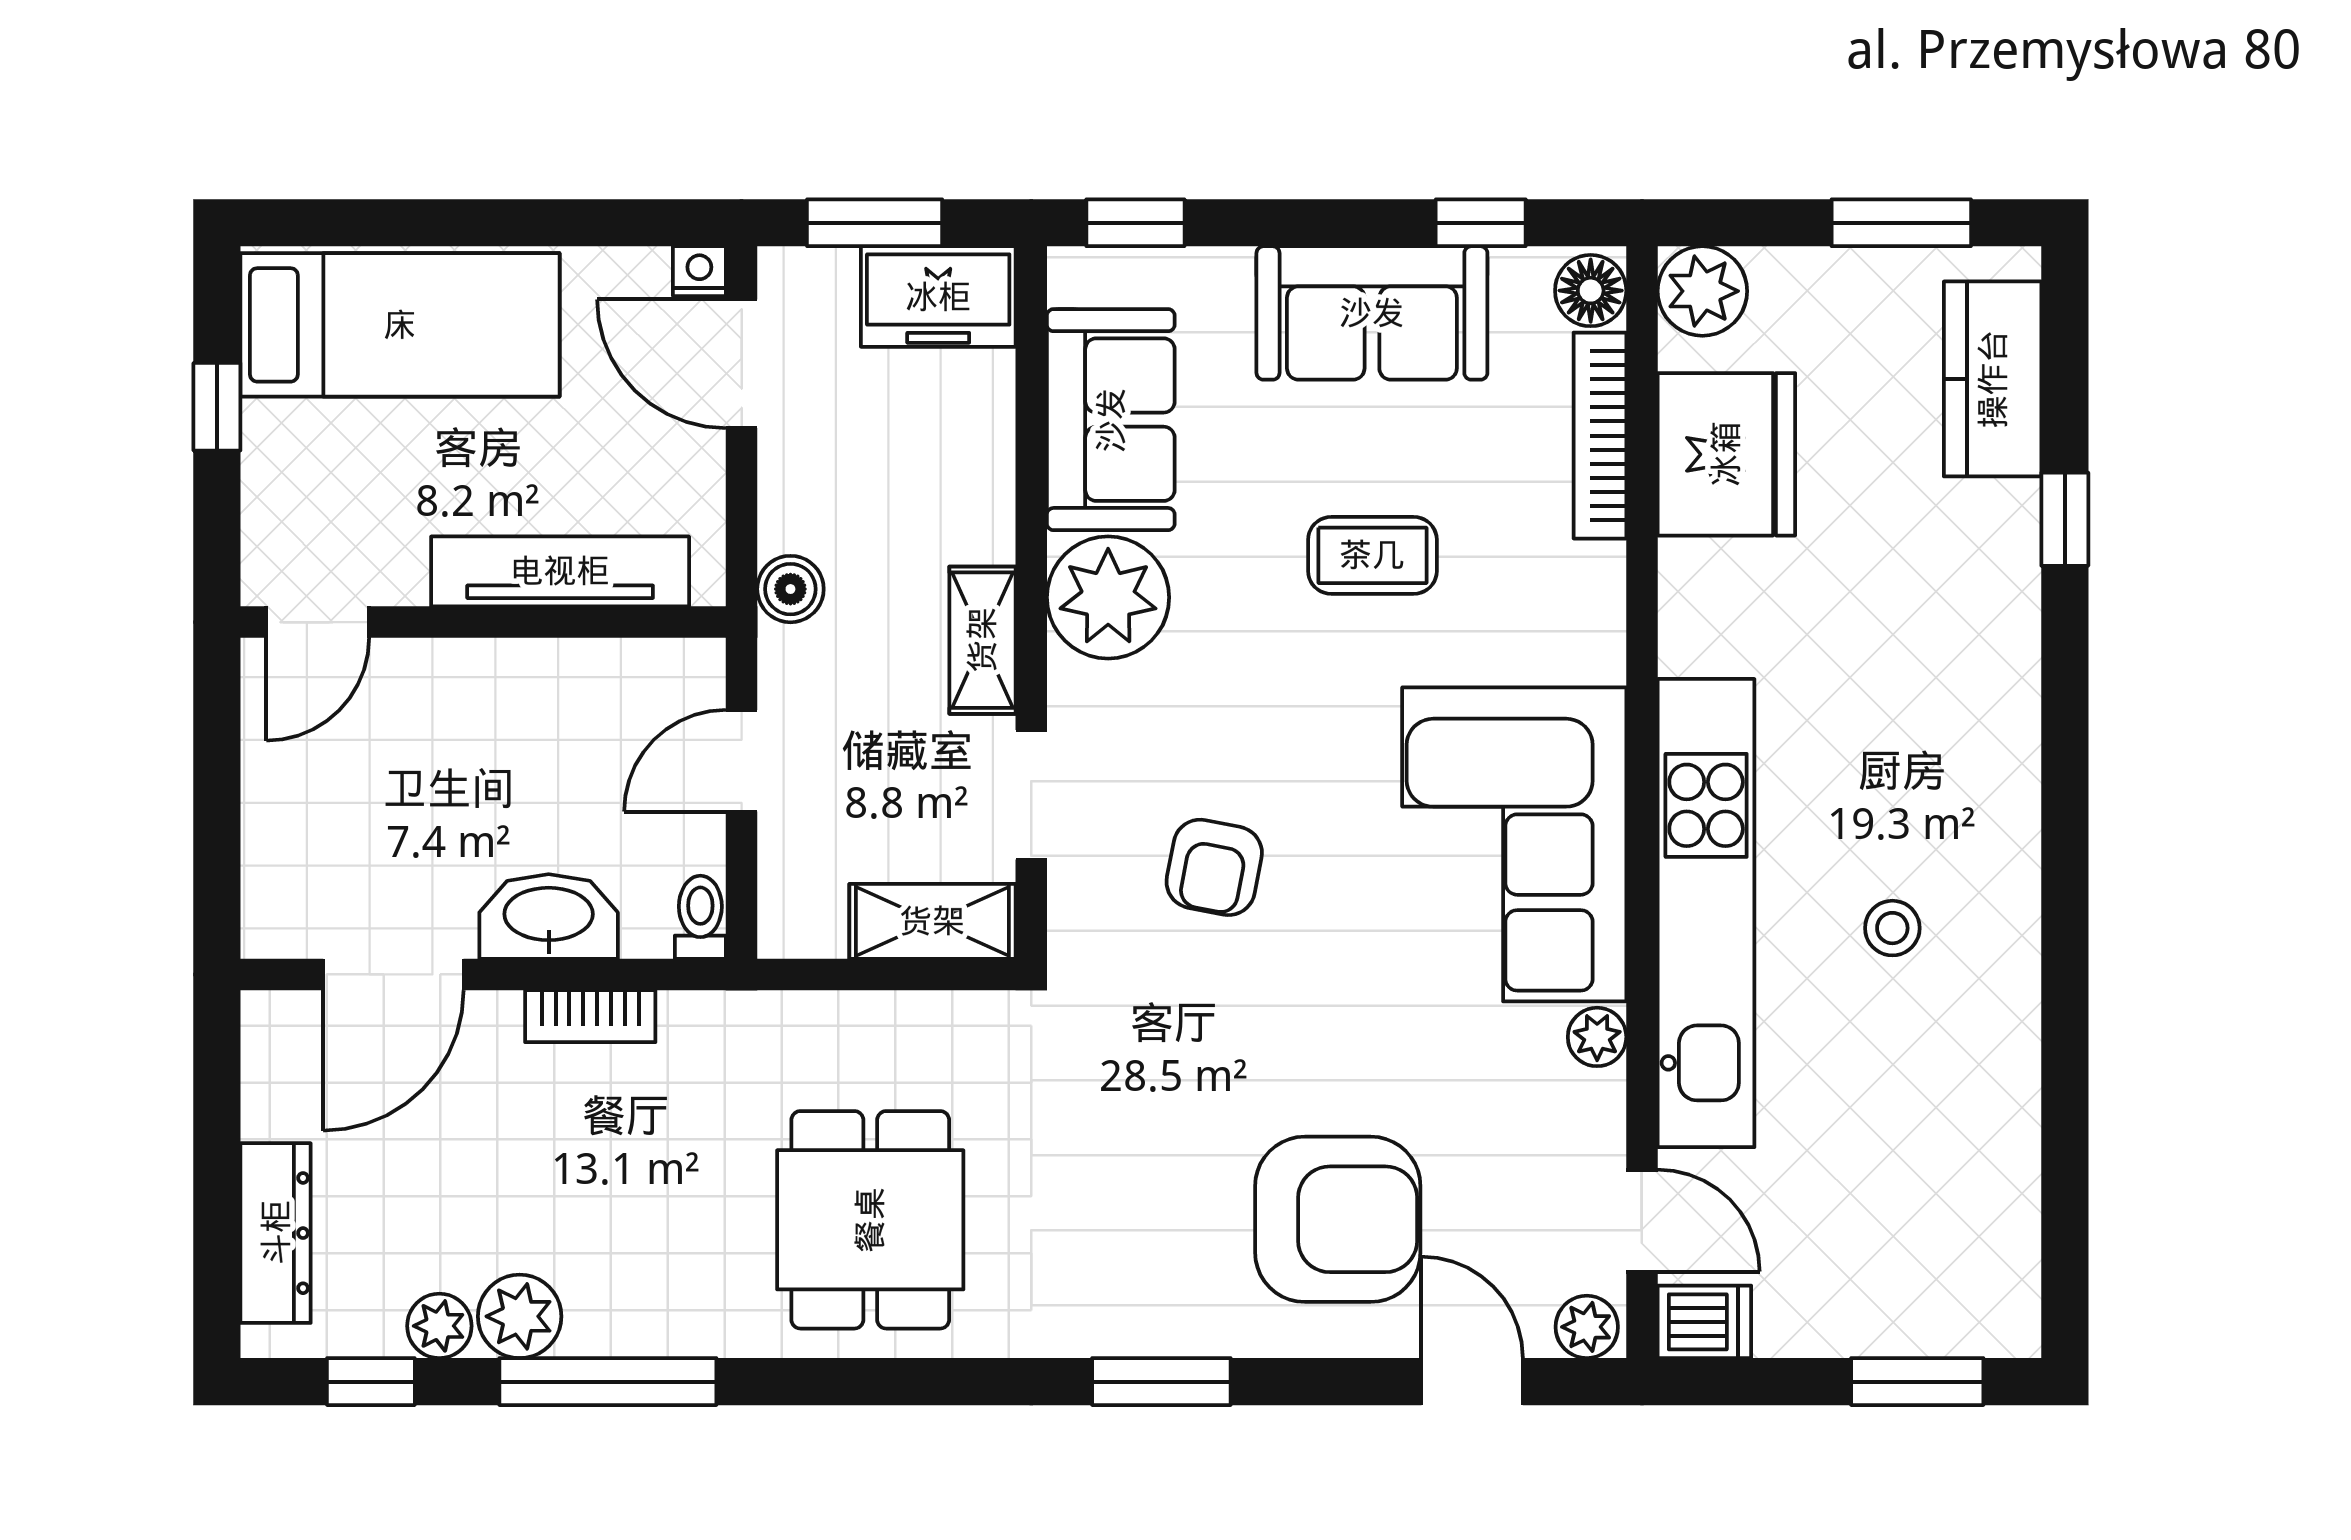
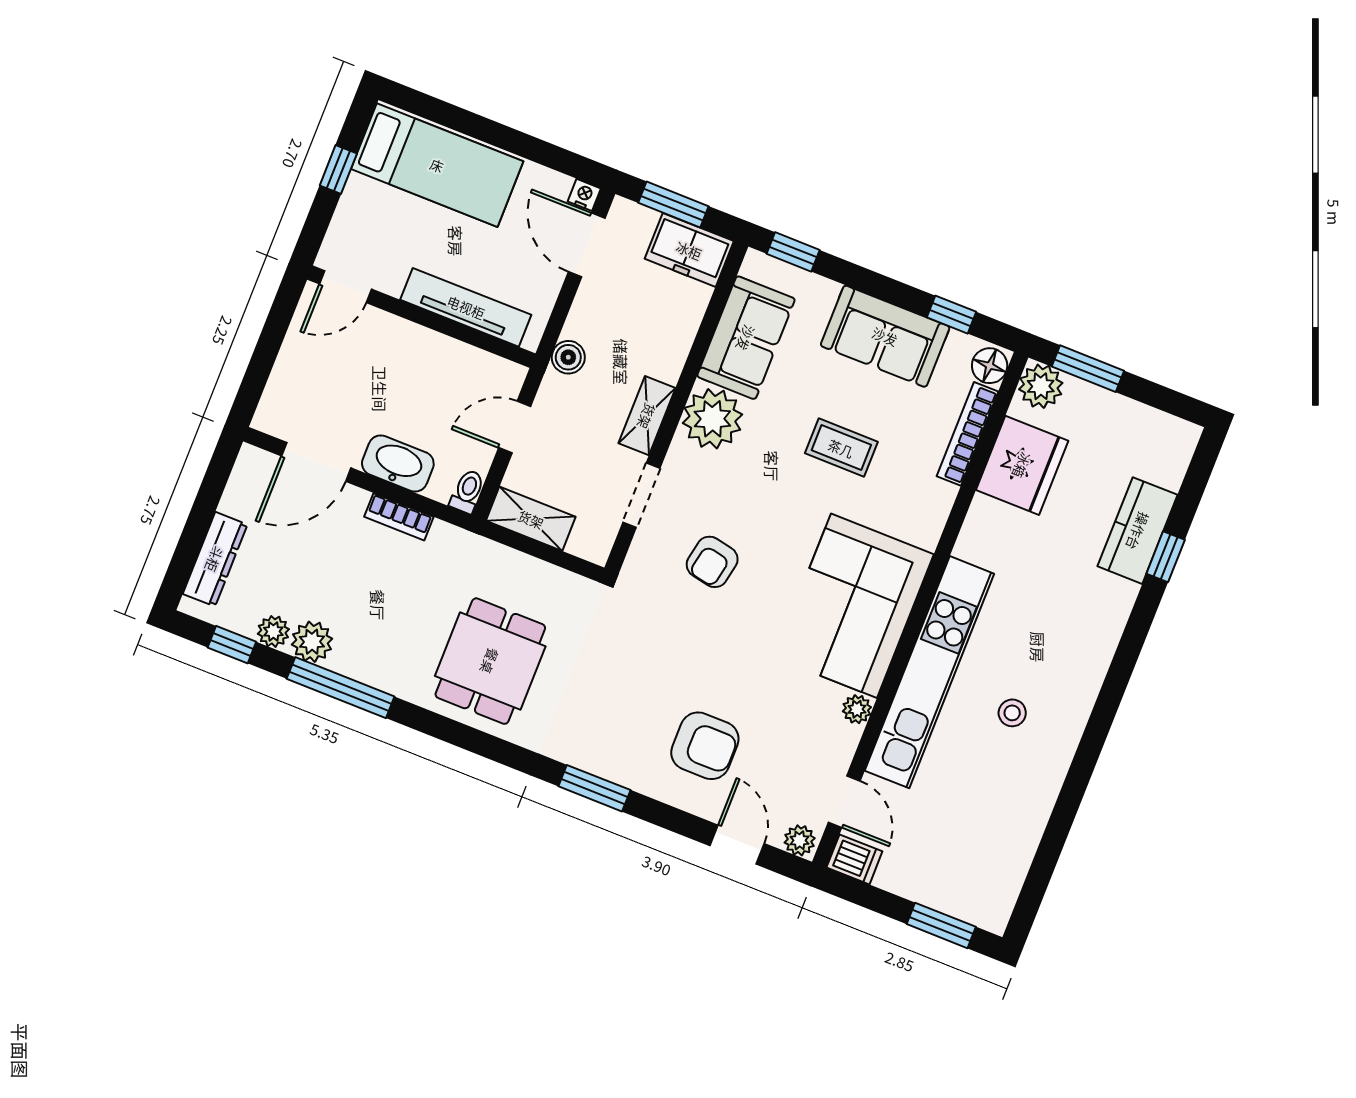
window: (1901, 223) -> (1088, 369), moved
kitchen counter: (1993, 379) -> (1138, 531), moved
shelving: (932, 921) -> (531, 519), moved
armchair: (1338, 1219) -> (705, 746), width x0.73, depth x0.73

